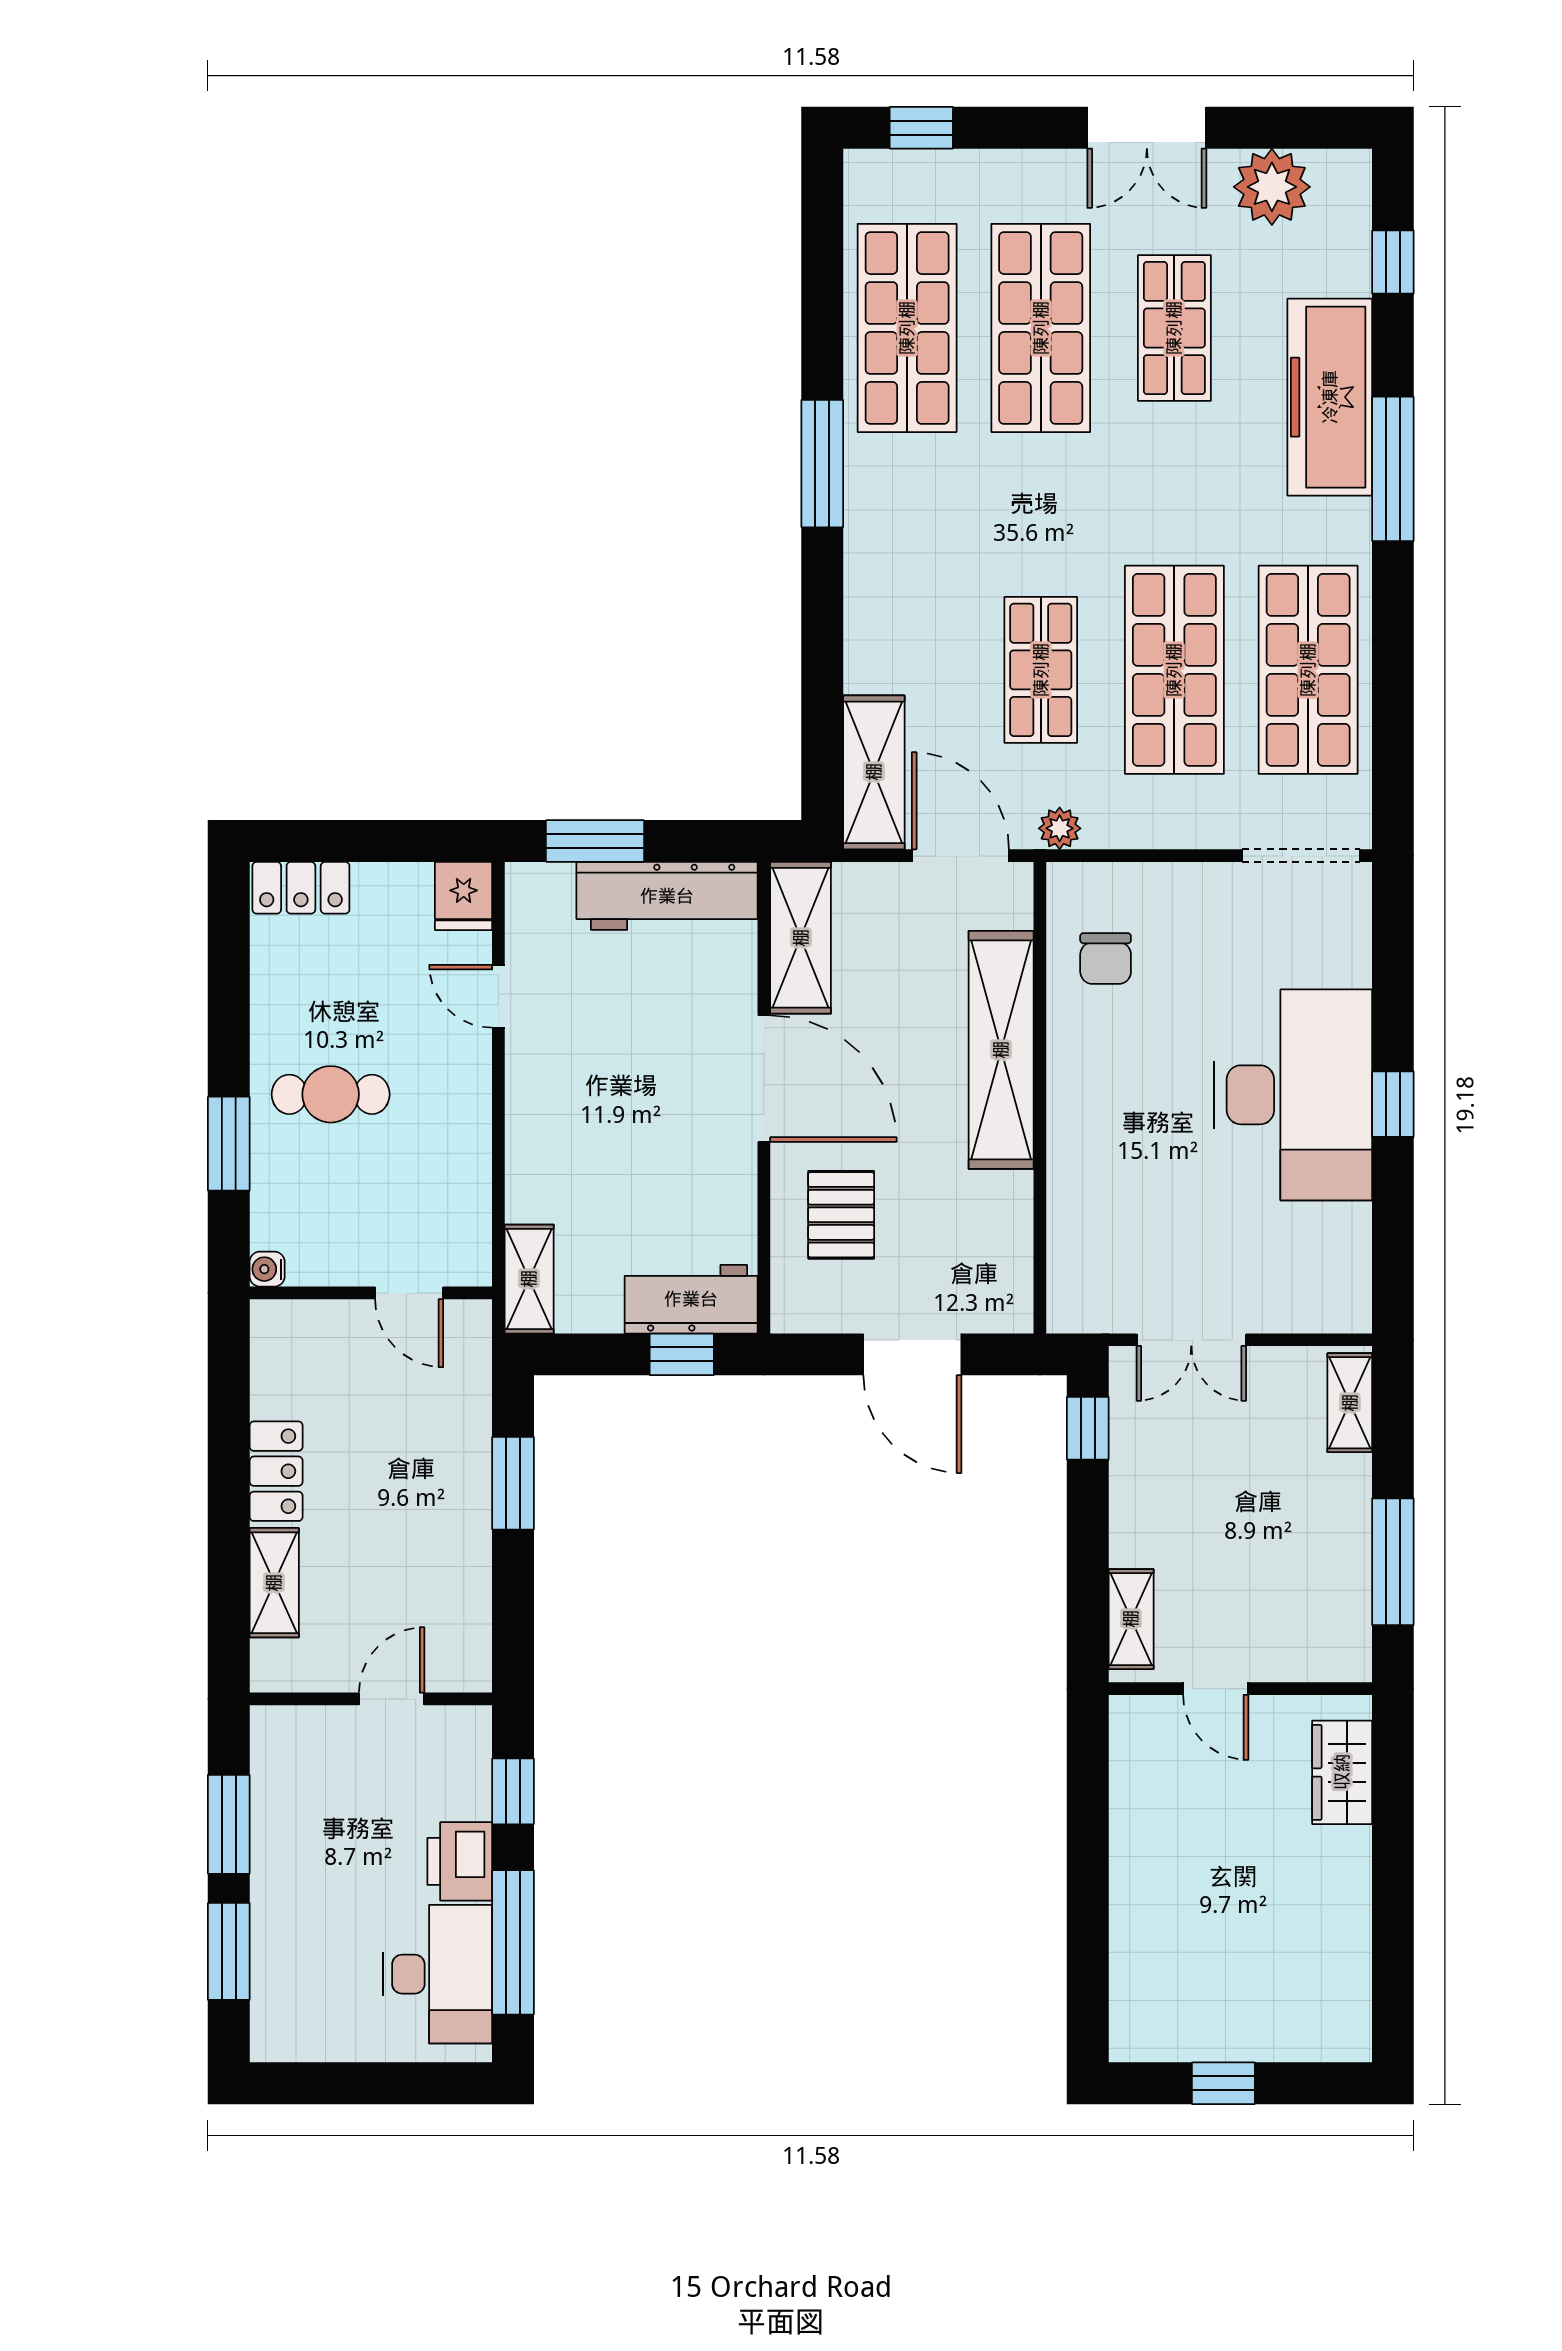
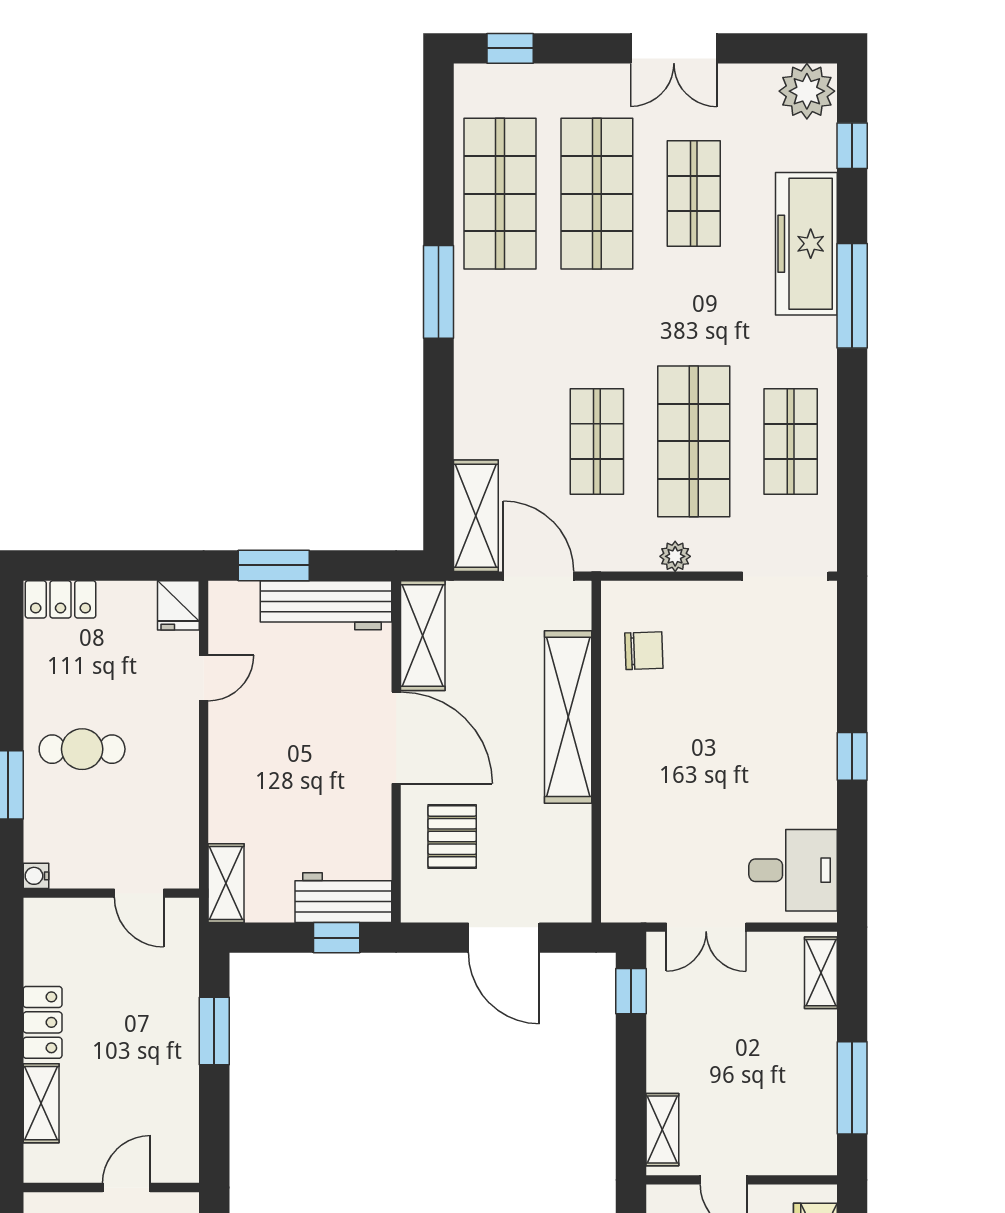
plant: (1272, 187) -> (807, 91), moved
shop shelf: (1308, 670) -> (791, 441), width x0.70, depth x0.74
plant: (1060, 828) -> (675, 556), moved
chair: (1106, 959) -> (644, 651), turned -92
door: (498, 996) -> (204, 678), swing flipped
desk: (1293, 1095) -> (793, 870), moved, width x0.53, depth x0.77

